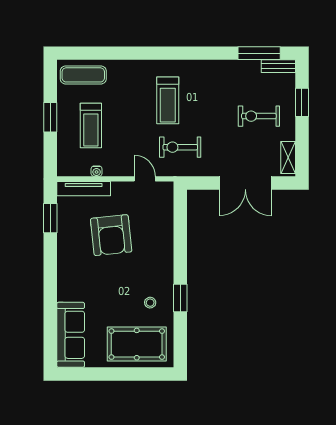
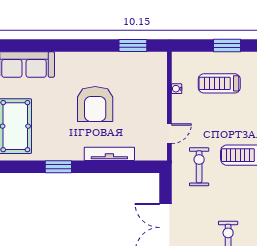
tv unit: (84, 189) -> (109, 154), moved, turned 90
armchair: (111, 235) -> (95, 104), moved, turned -84
stool: (150, 303) -> (54, 139), removed

